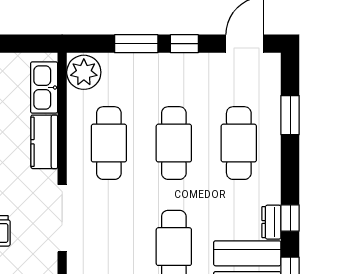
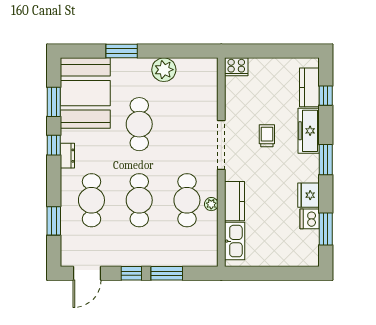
plant: (84, 72) -> (211, 204), moved, width x0.53, depth x0.53
dresser: (271, 222) -> (67, 156), moved

